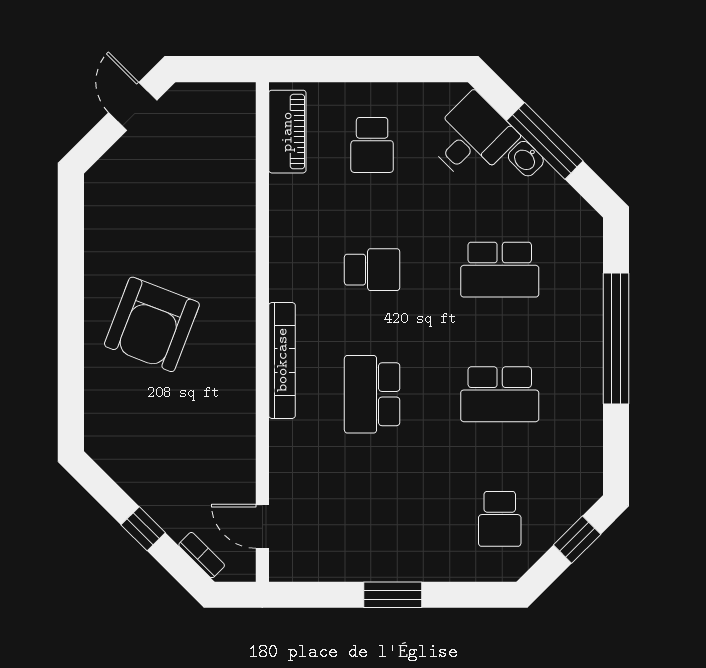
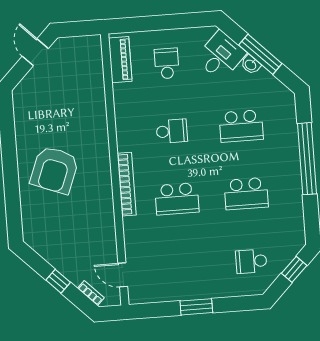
school desk: (372, 145) -> (167, 63), turned 180
school desk: (372, 394) -> (177, 199), turned -90
school desk: (500, 519) -> (251, 261), turned 90

